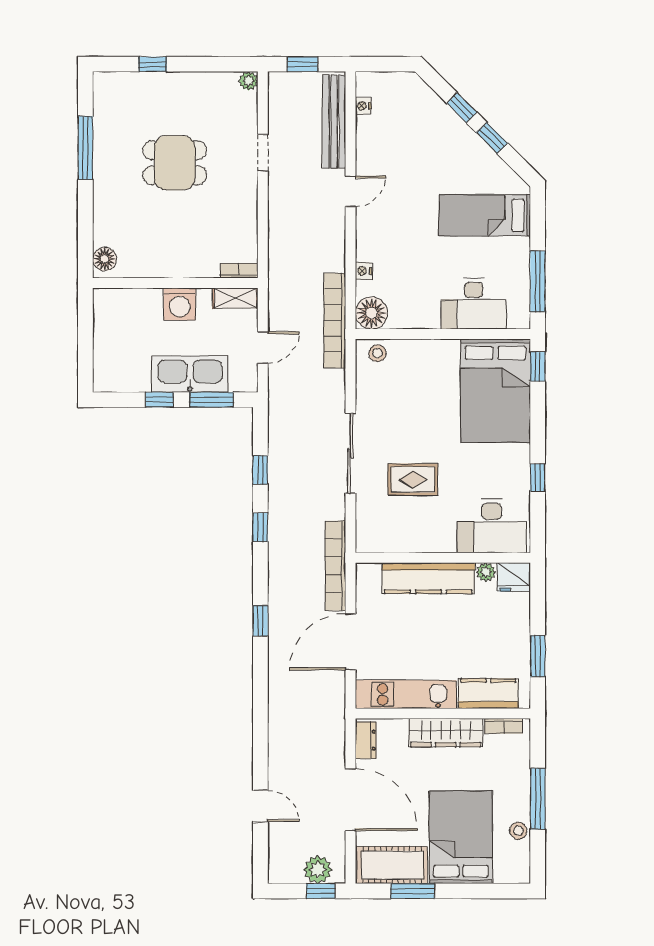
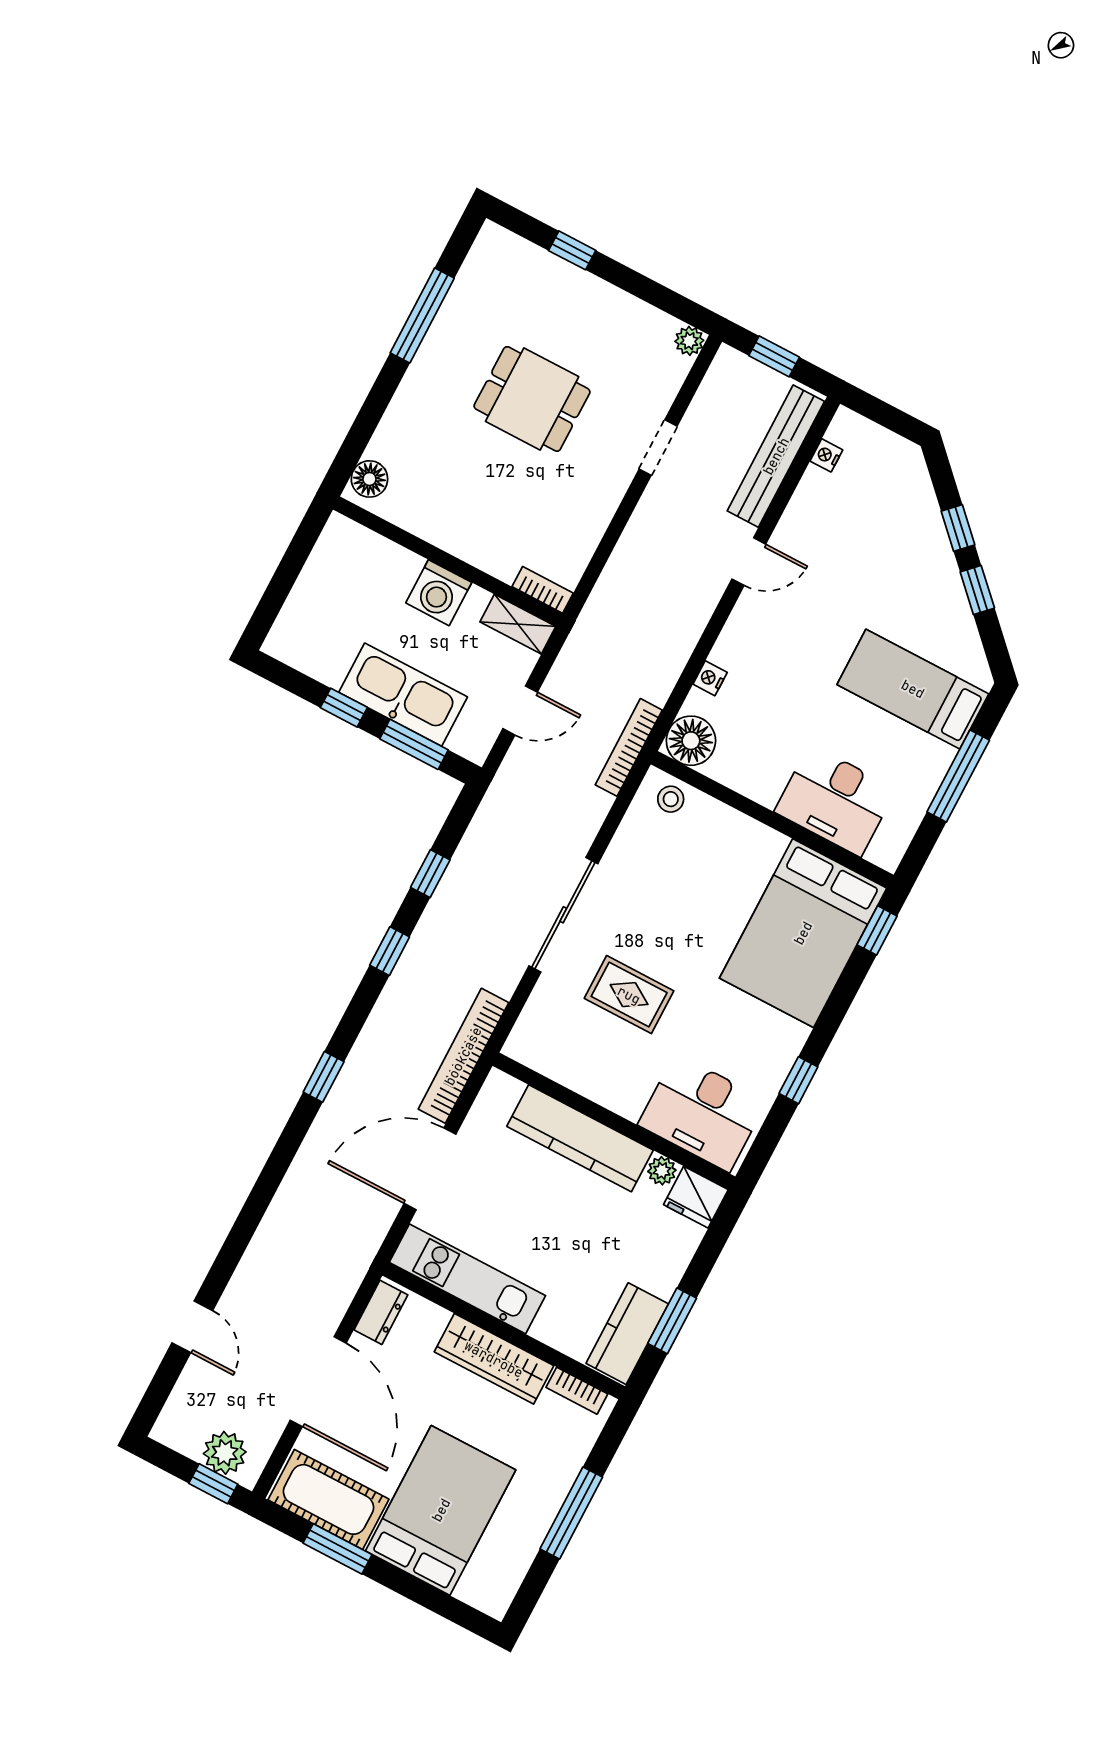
window: (538, 281) -> (958, 776), moved
bookcase: (335, 321) -> (629, 747), width x0.68, depth x0.76
kitchen counter: (488, 694) -> (627, 1334), moved, turned -90
stool: (518, 831) -> (523, 1542), removed

